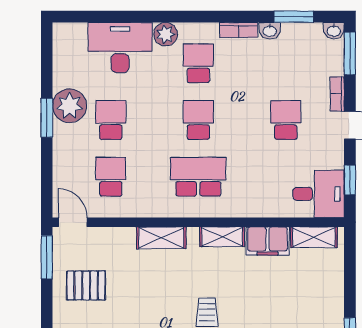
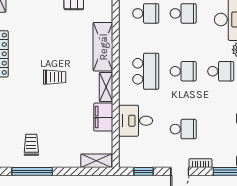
desk: (318, 194) -> (136, 121), moved, turned 90
shelving: (314, 237) -> (96, 161), moved, turned 90
shelving: (161, 238) -> (103, 47), width x1.50, depth x1.33

